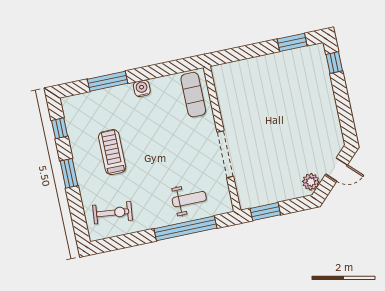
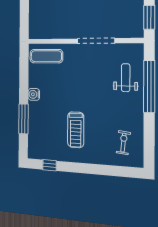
treadmill: (112, 152) -> (76, 130), turned -90
window: (69, 173) -> (85, 168), removed
exercise bike: (113, 213) -> (123, 143), width x0.73, depth x0.72

